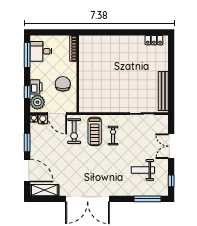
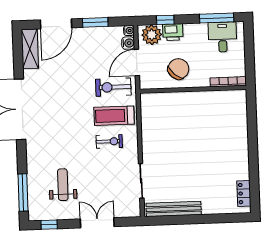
chair: (63, 84) -> (178, 69), turned -48

